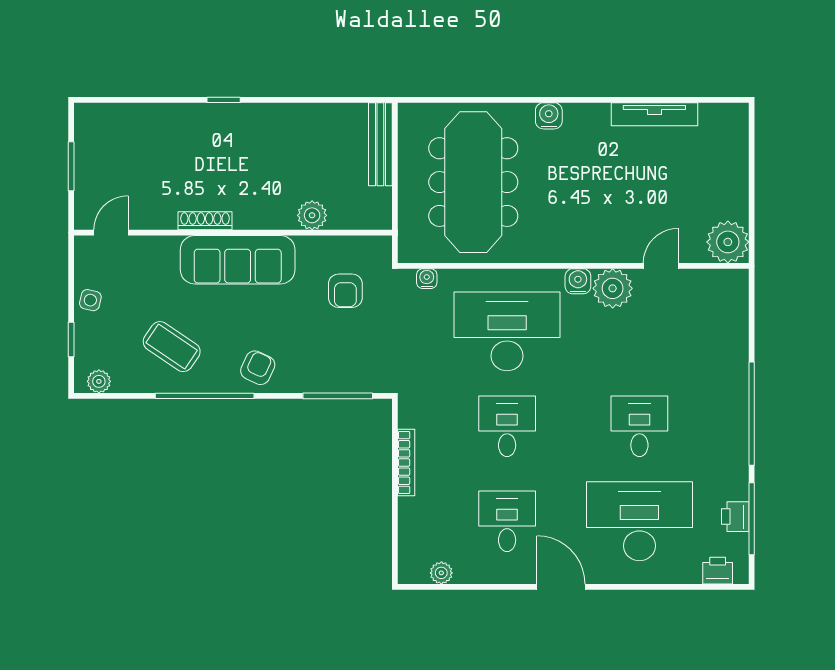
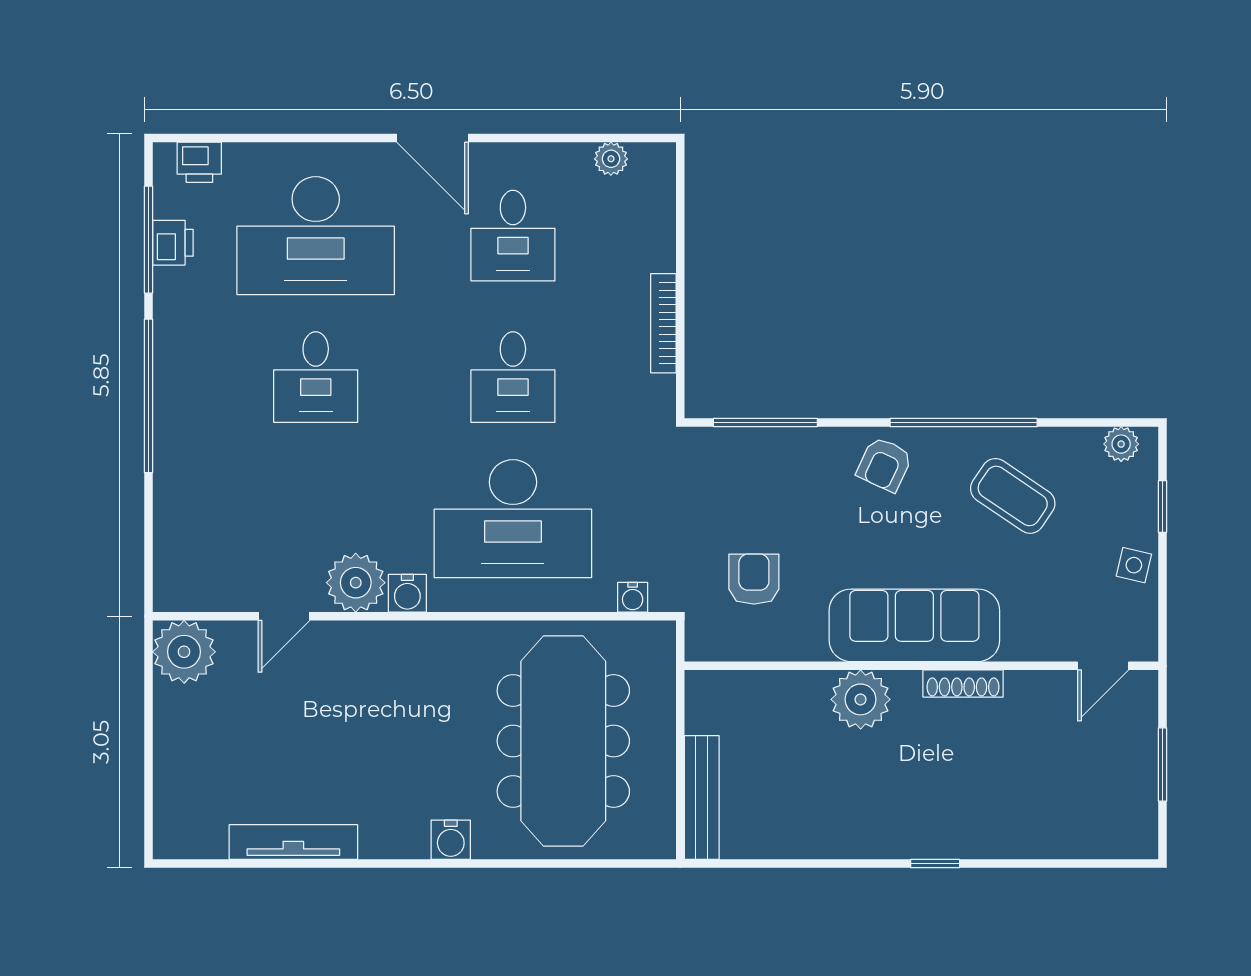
plant: (312, 215) -> (861, 699), moved, width x1.36, depth x1.36

